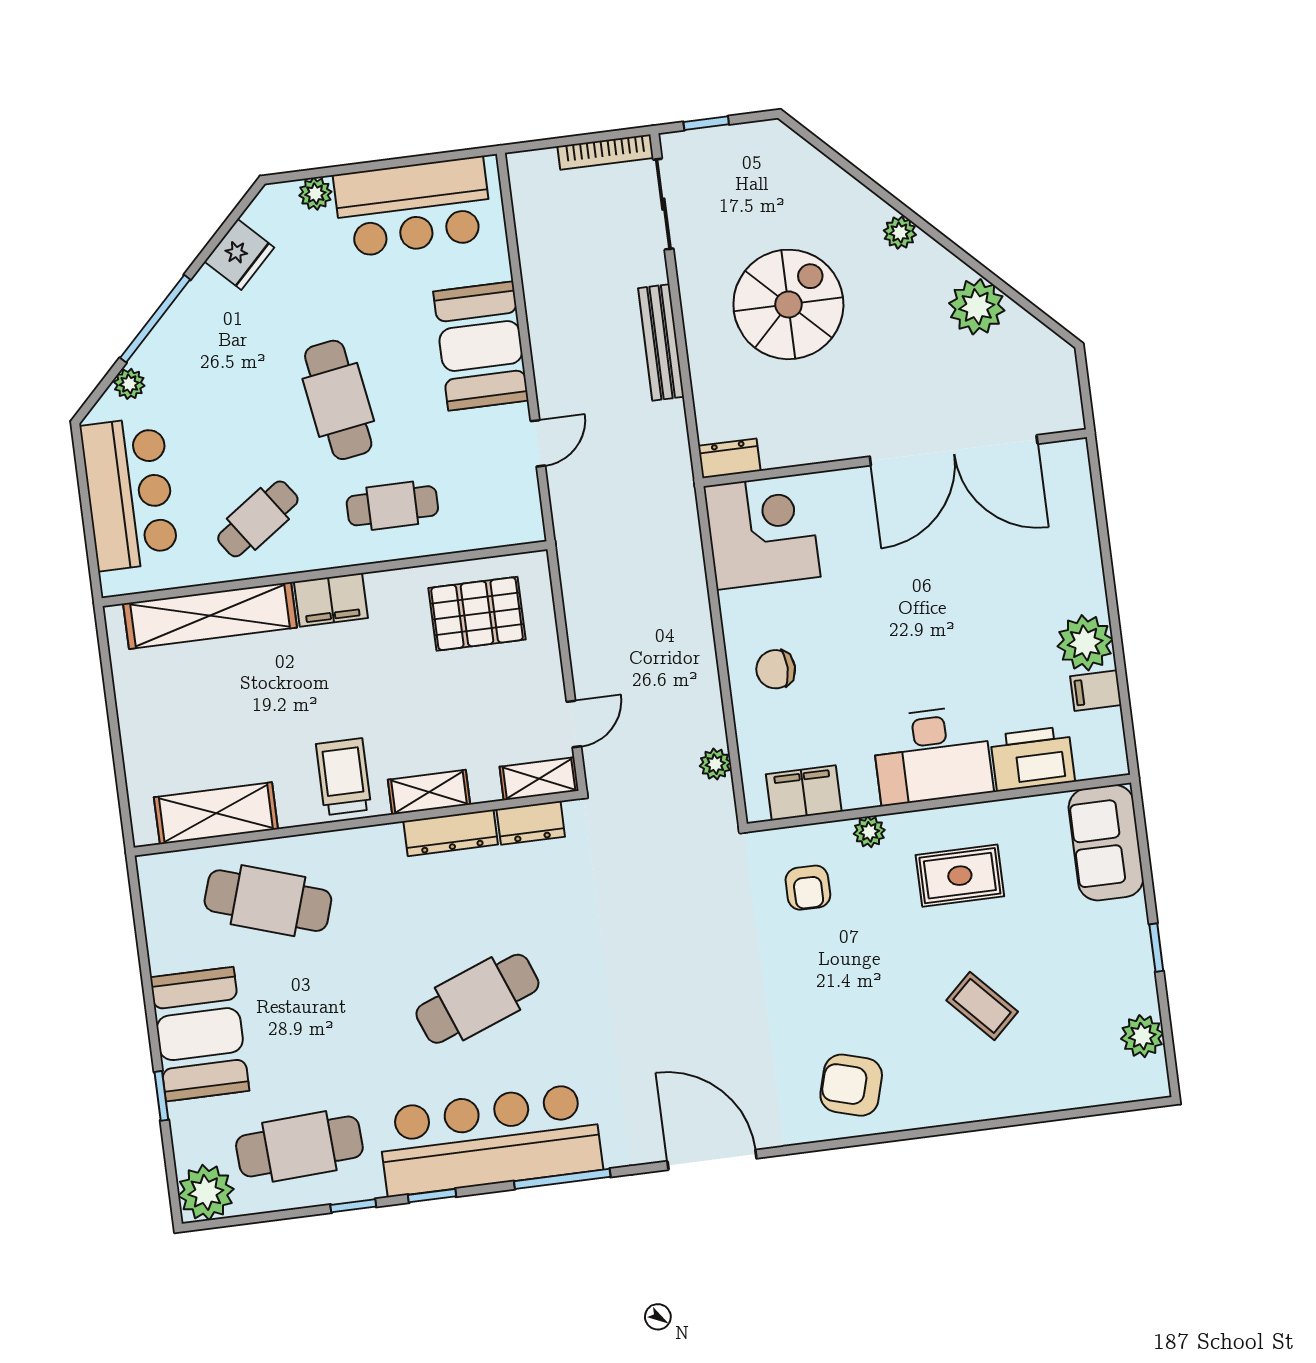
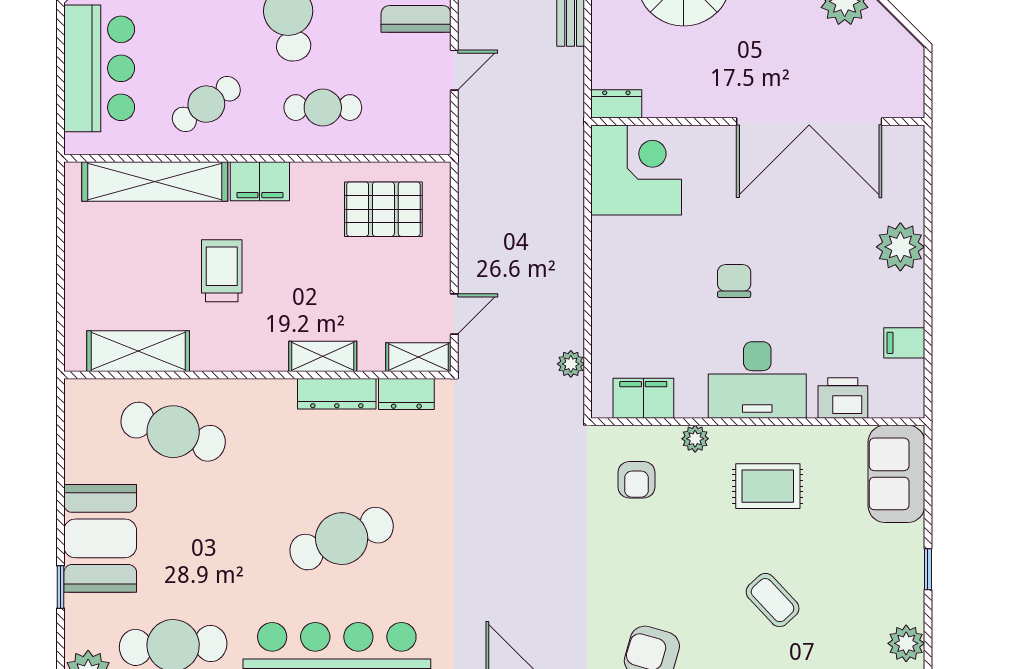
plant: (1085, 643) -> (900, 247), moved
chair: (776, 669) -> (734, 281), moved, turned 90
printer: (1033, 759) -> (843, 398), width x0.73, depth x0.84
trolley: (344, 777) -> (222, 271), moved

